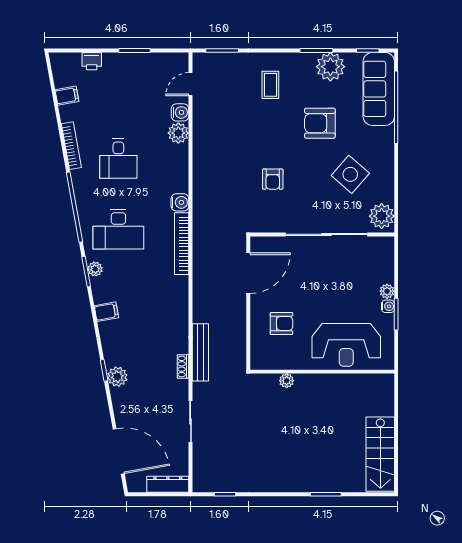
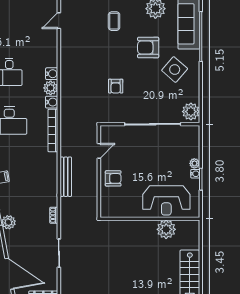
water cooler: (180, 112) -> (52, 74), moved
plant: (178, 133) -> (51, 88), moved
side table: (350, 174) -> (175, 70), moved
door: (248, 273) -> (99, 151), width x0.53
armchair: (282, 323) -> (113, 178), moved
bench: (200, 352) -> (66, 177), moved
plant: (287, 381) -> (166, 229), moved, width x1.88, depth x1.88

